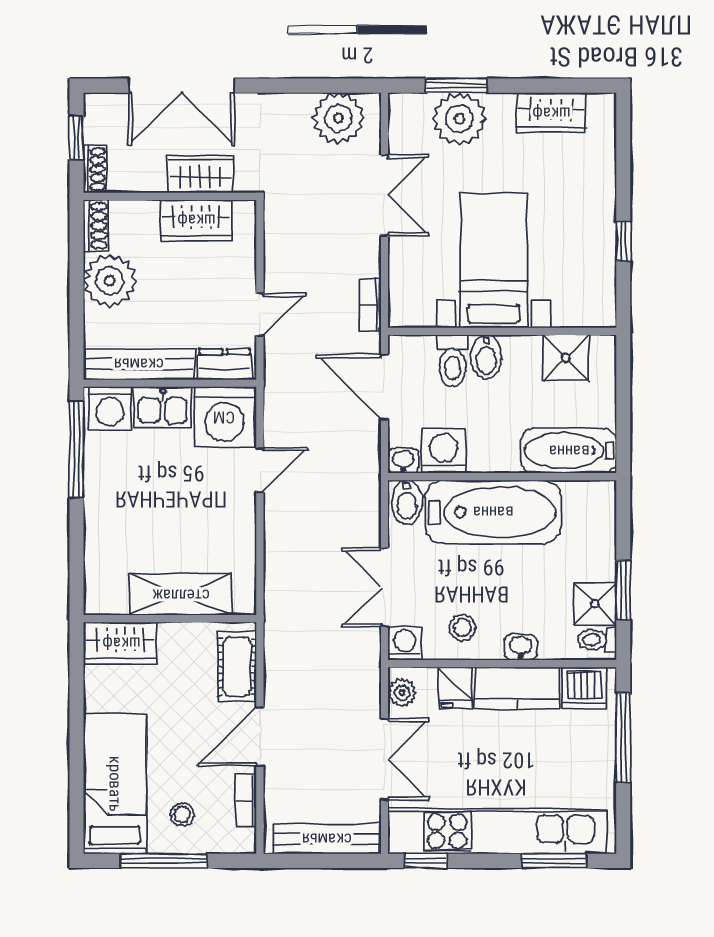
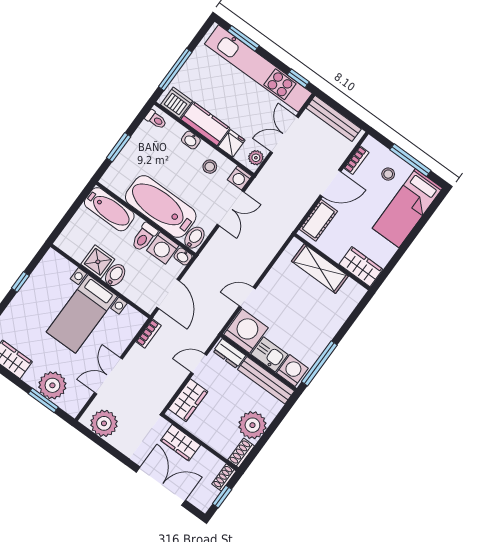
wardrobe: (196, 220) -> (188, 400), moved, turned 90
shower: (566, 358) -> (98, 262), moved
toilet: (452, 361) -> (144, 237), moved, turned 180
window: (623, 590) -> (119, 147), moved
shower: (595, 604) -> (146, 136), removed

